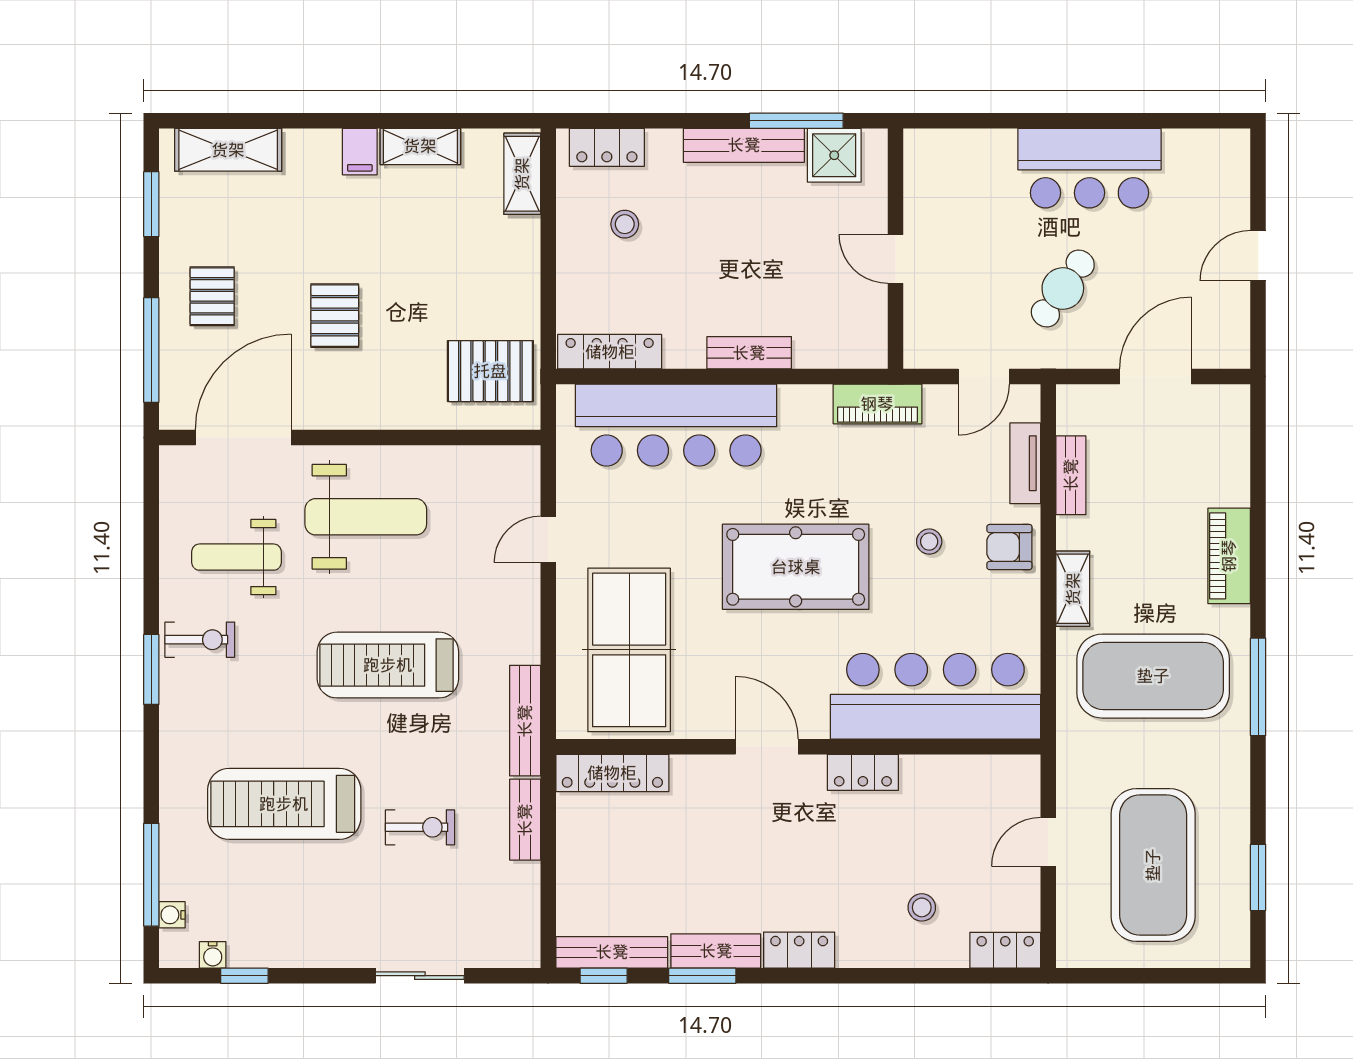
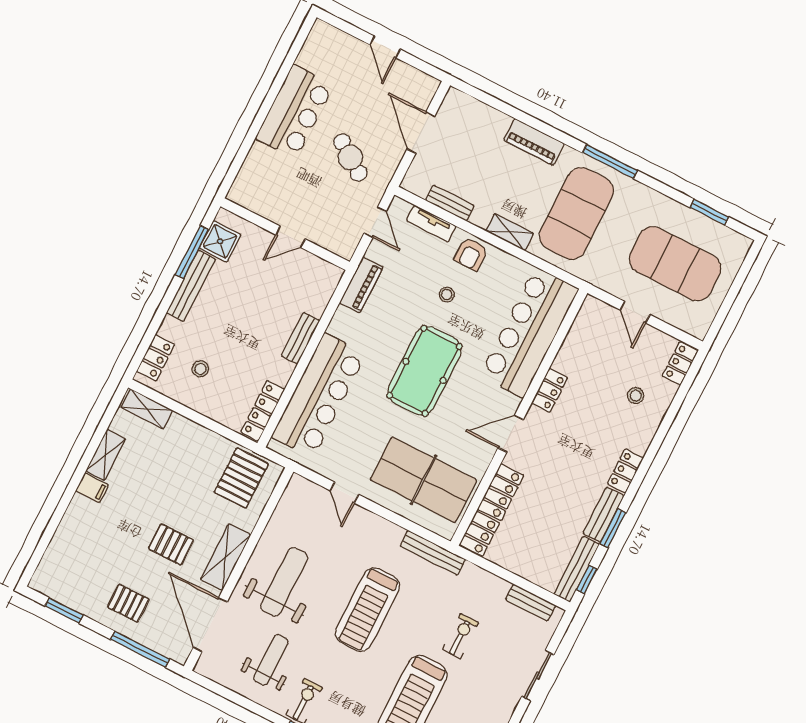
shelving: (228, 150) -> (226, 557), moved
weight bench: (236, 557) -> (271, 660), turned 180
locker: (612, 773) -> (492, 510), width x1.41, depth x1.21
bench: (525, 820) -> (531, 603), moved

